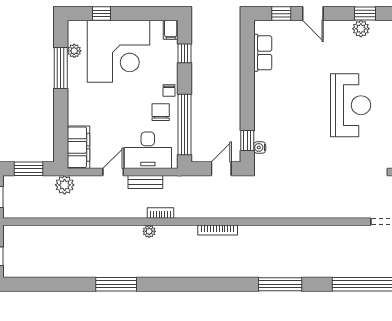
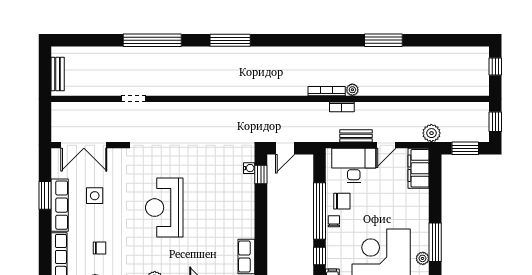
chair: (161, 112) -> (342, 201), turned -90
window: (184, 125) -> (319, 211), moved
bookcase: (218, 230) -> (327, 91), moved

